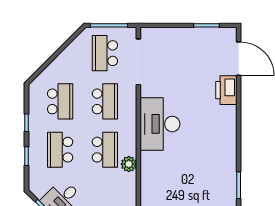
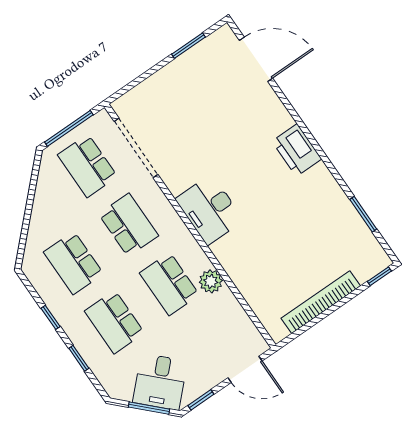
printer: (226, 90) -> (297, 150), moved
school desk: (60, 101) -> (74, 263), turned 180
desk: (160, 124) -> (209, 210), width x0.73, depth x0.77
school desk: (105, 150) -> (169, 284), turned 180

